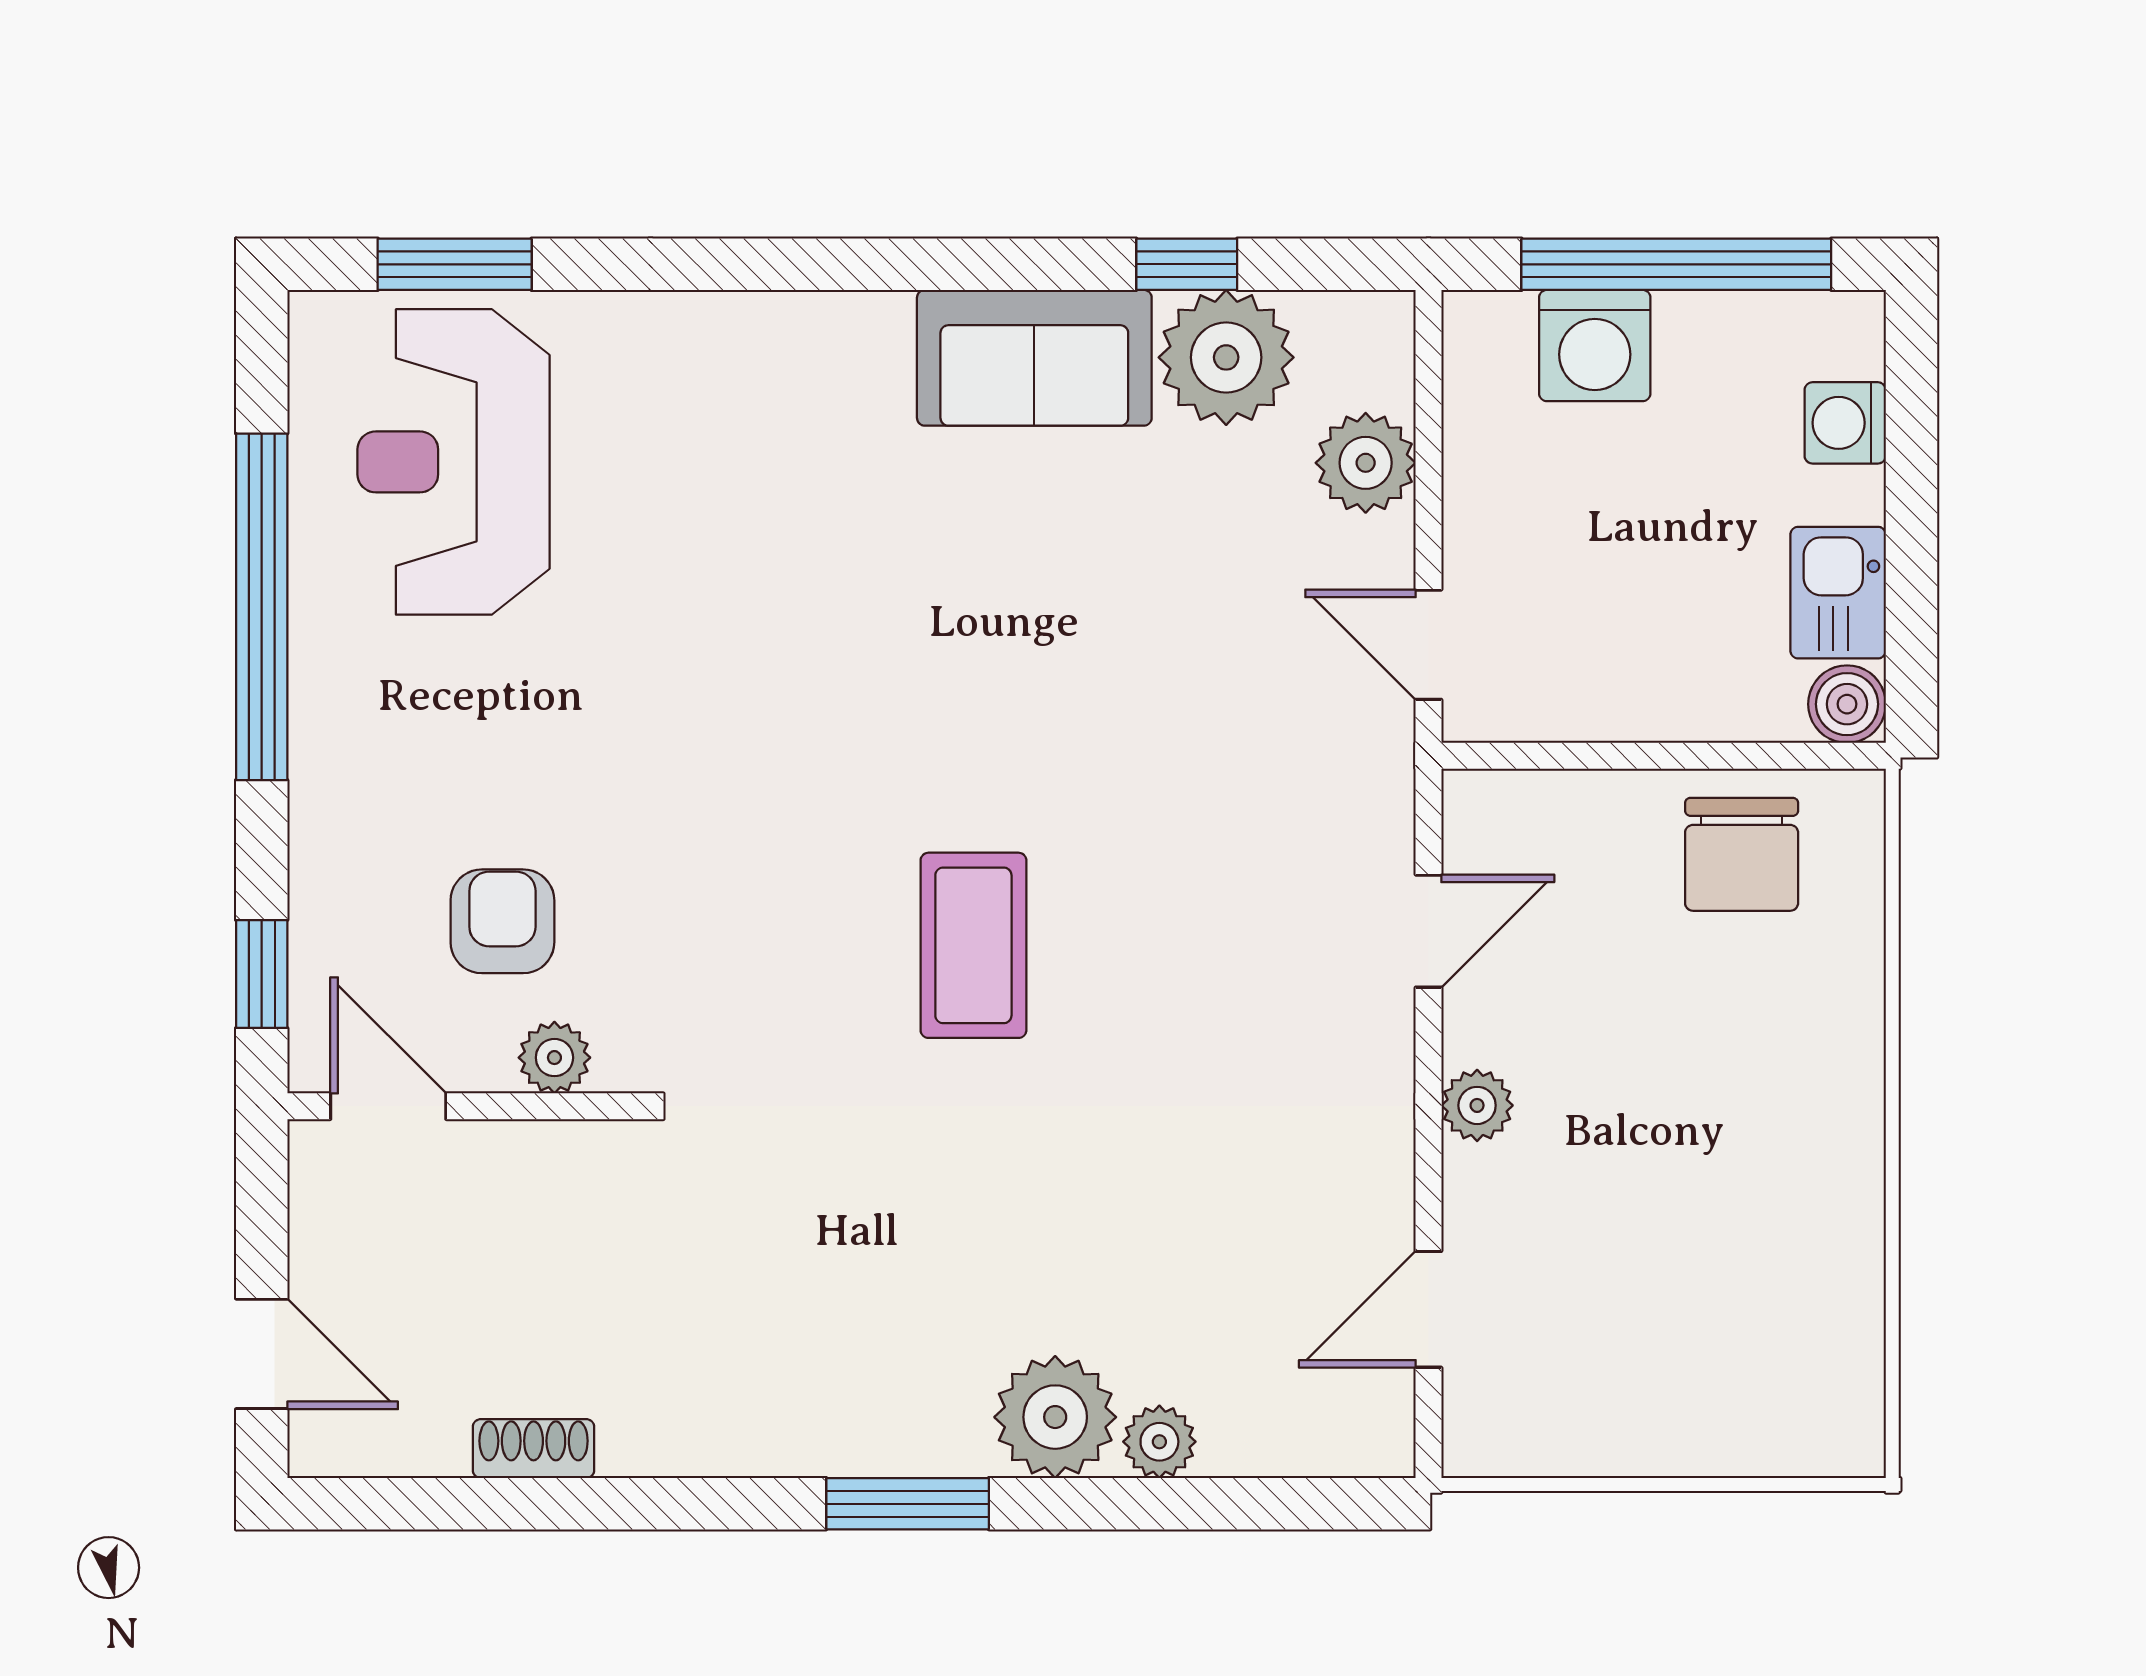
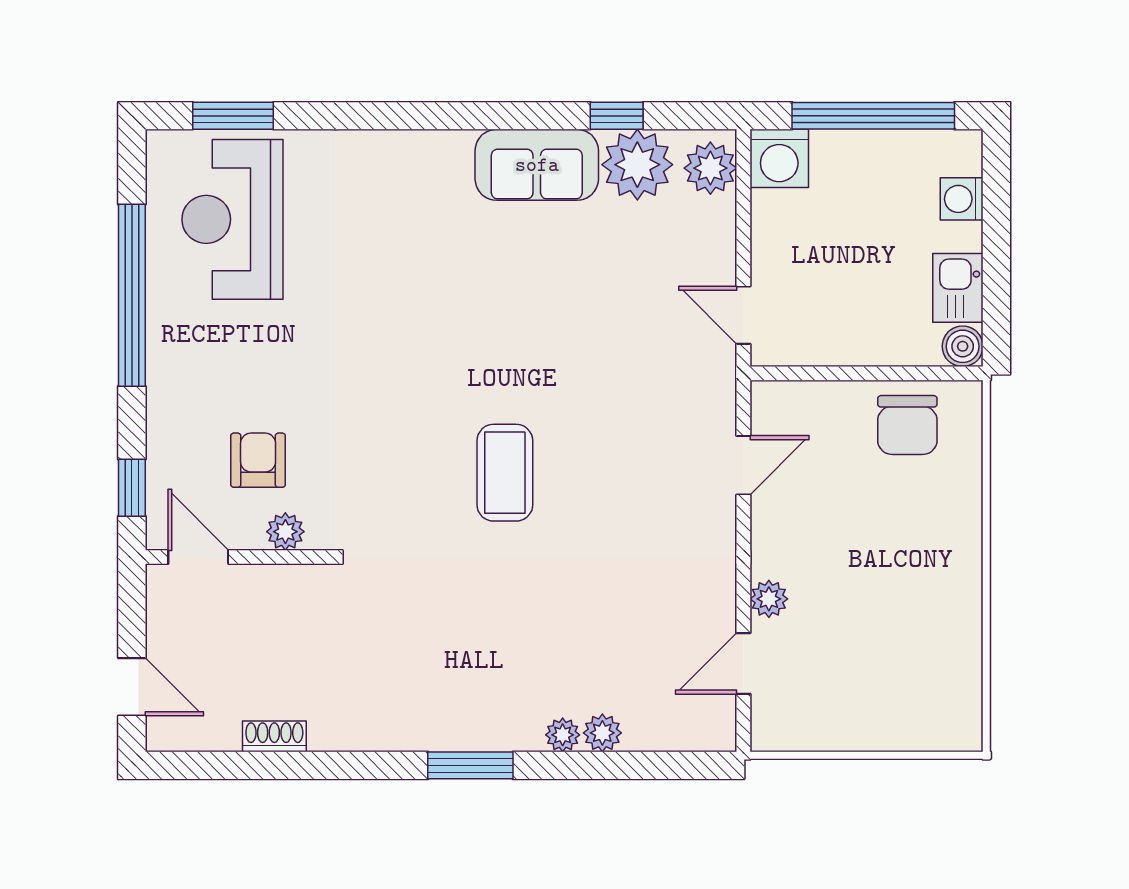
washing machine: (1595, 346) -> (779, 158), moved
plant: (1366, 463) -> (710, 168), moved
plant: (1477, 1105) -> (769, 599), moved
plant: (1055, 1417) -> (563, 735), width x0.53, depth x0.53

